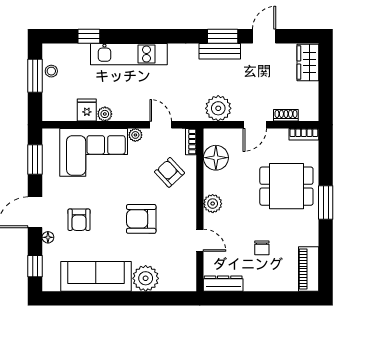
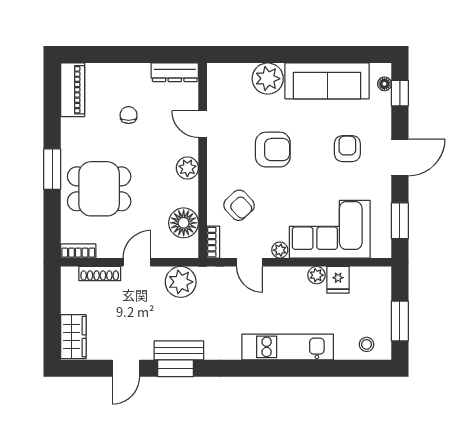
window: (89, 36) -> (335, 368), removed
stool: (51, 71) -> (367, 344), moved
shoe rack: (286, 115) -> (100, 274), width x1.43
floor lamp: (48, 237) -> (384, 84), moved

